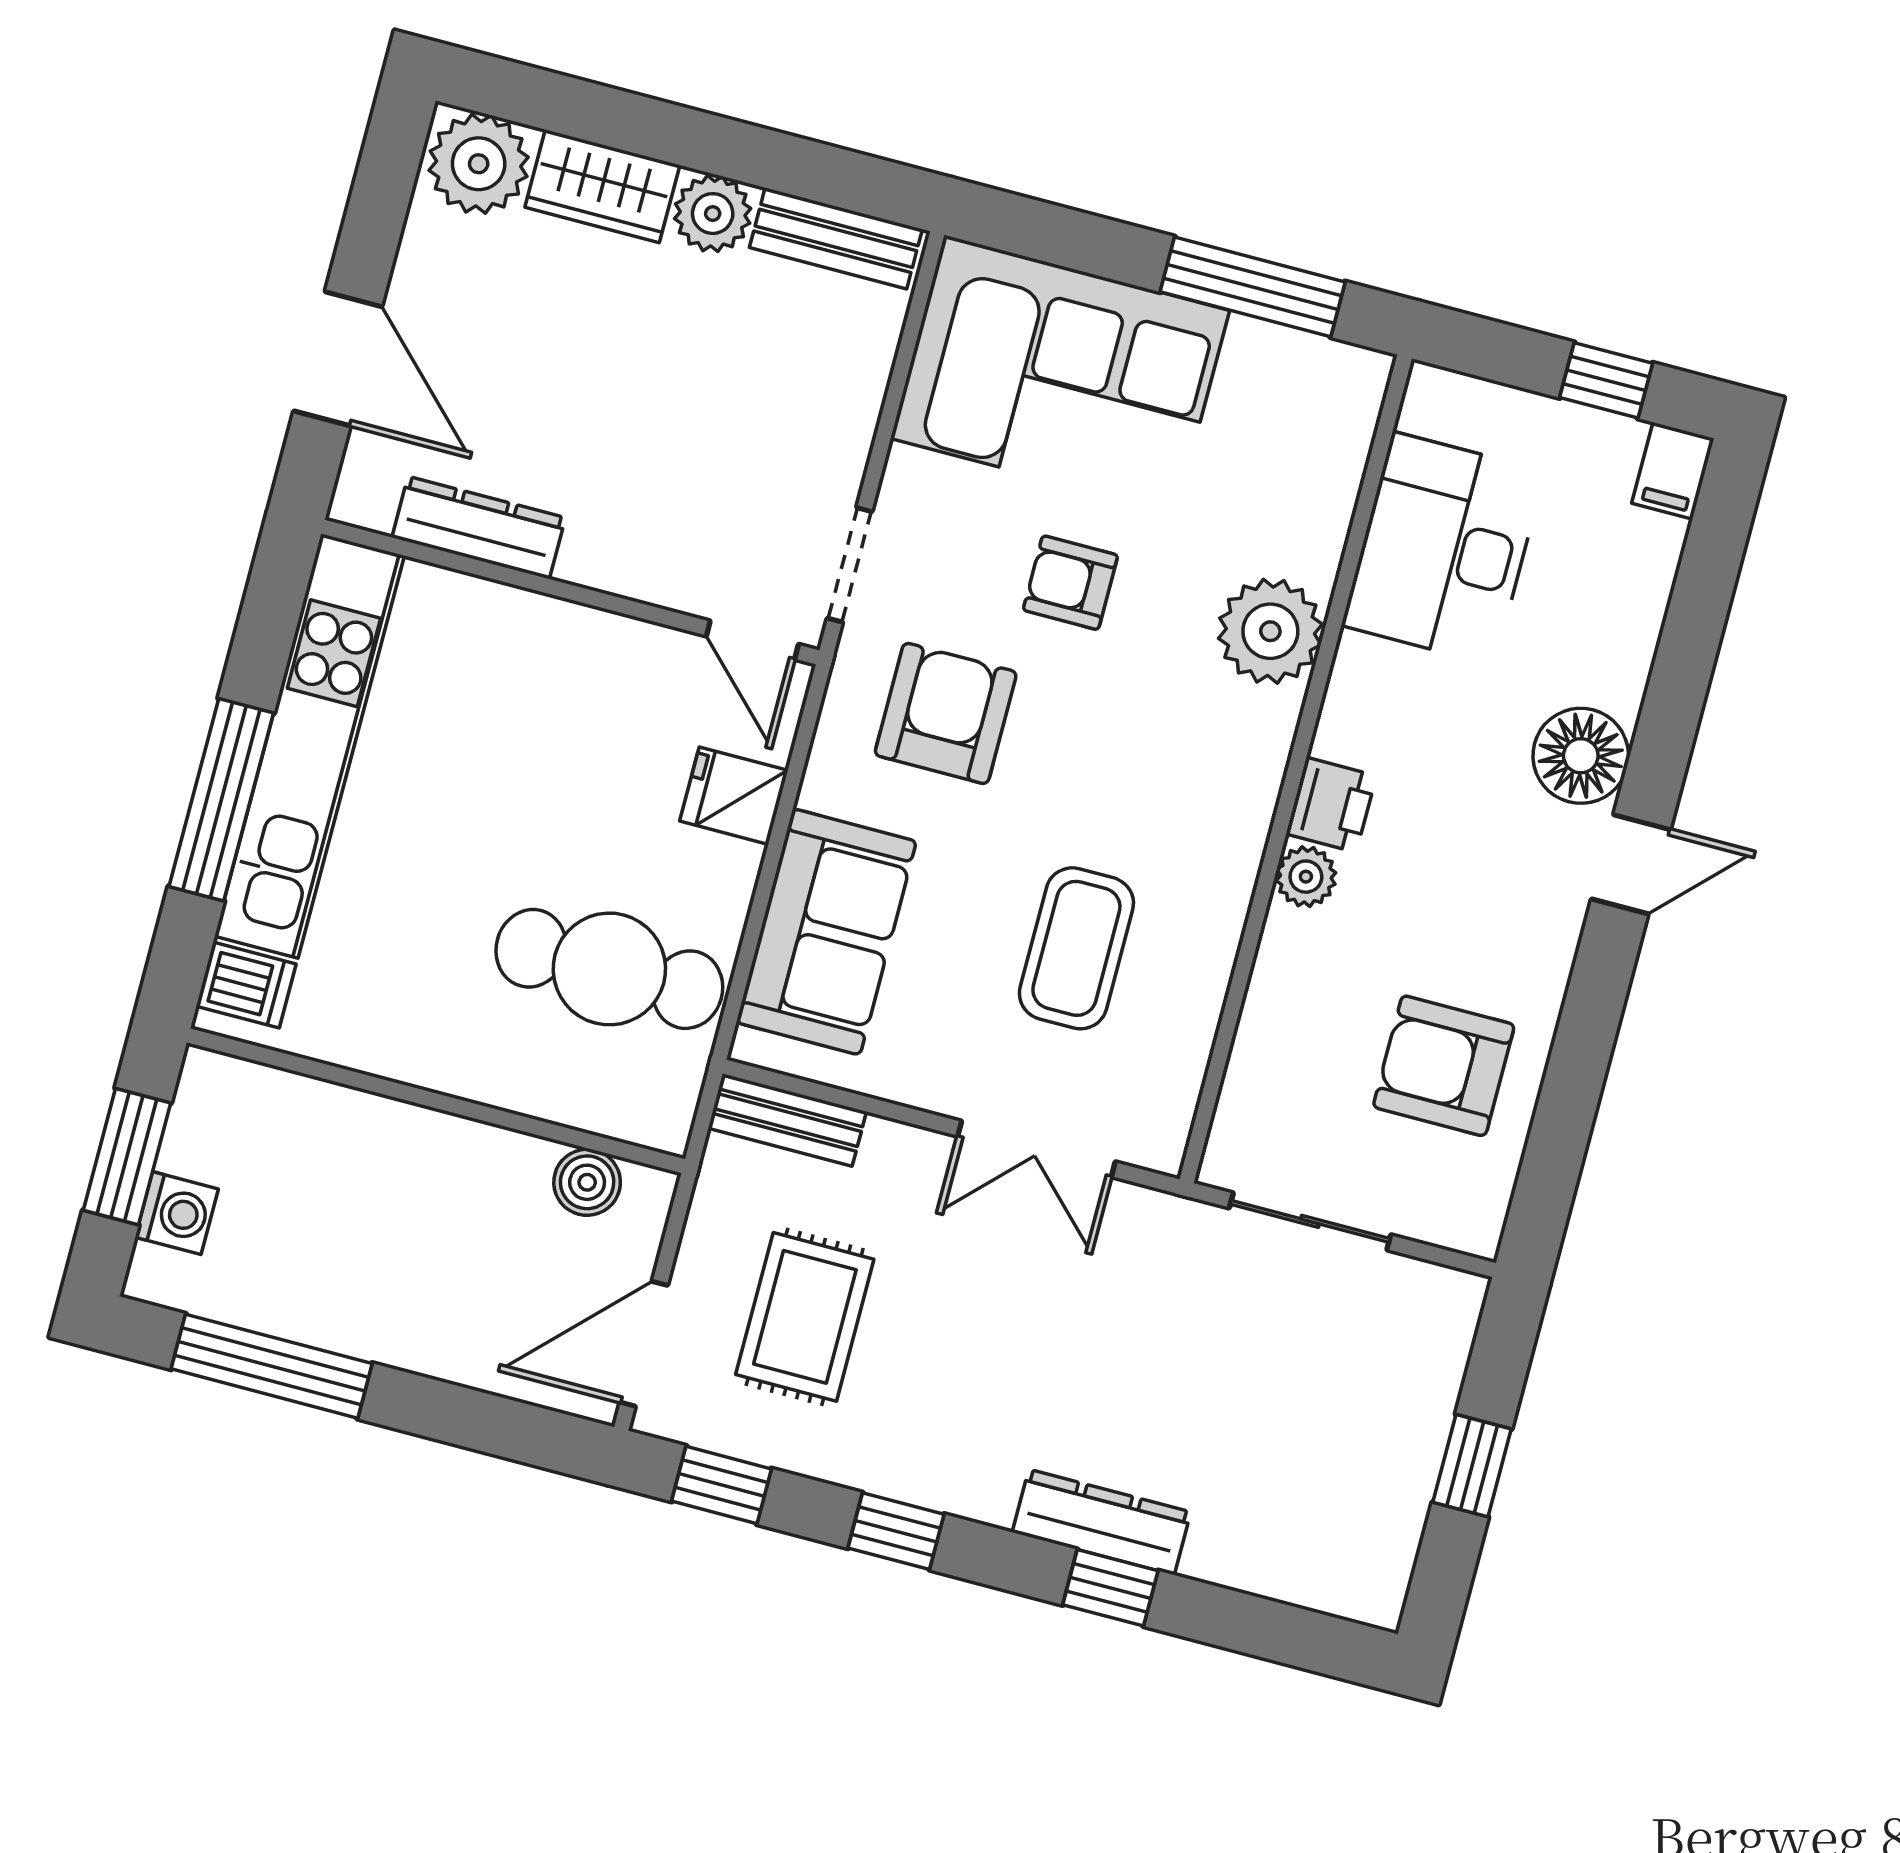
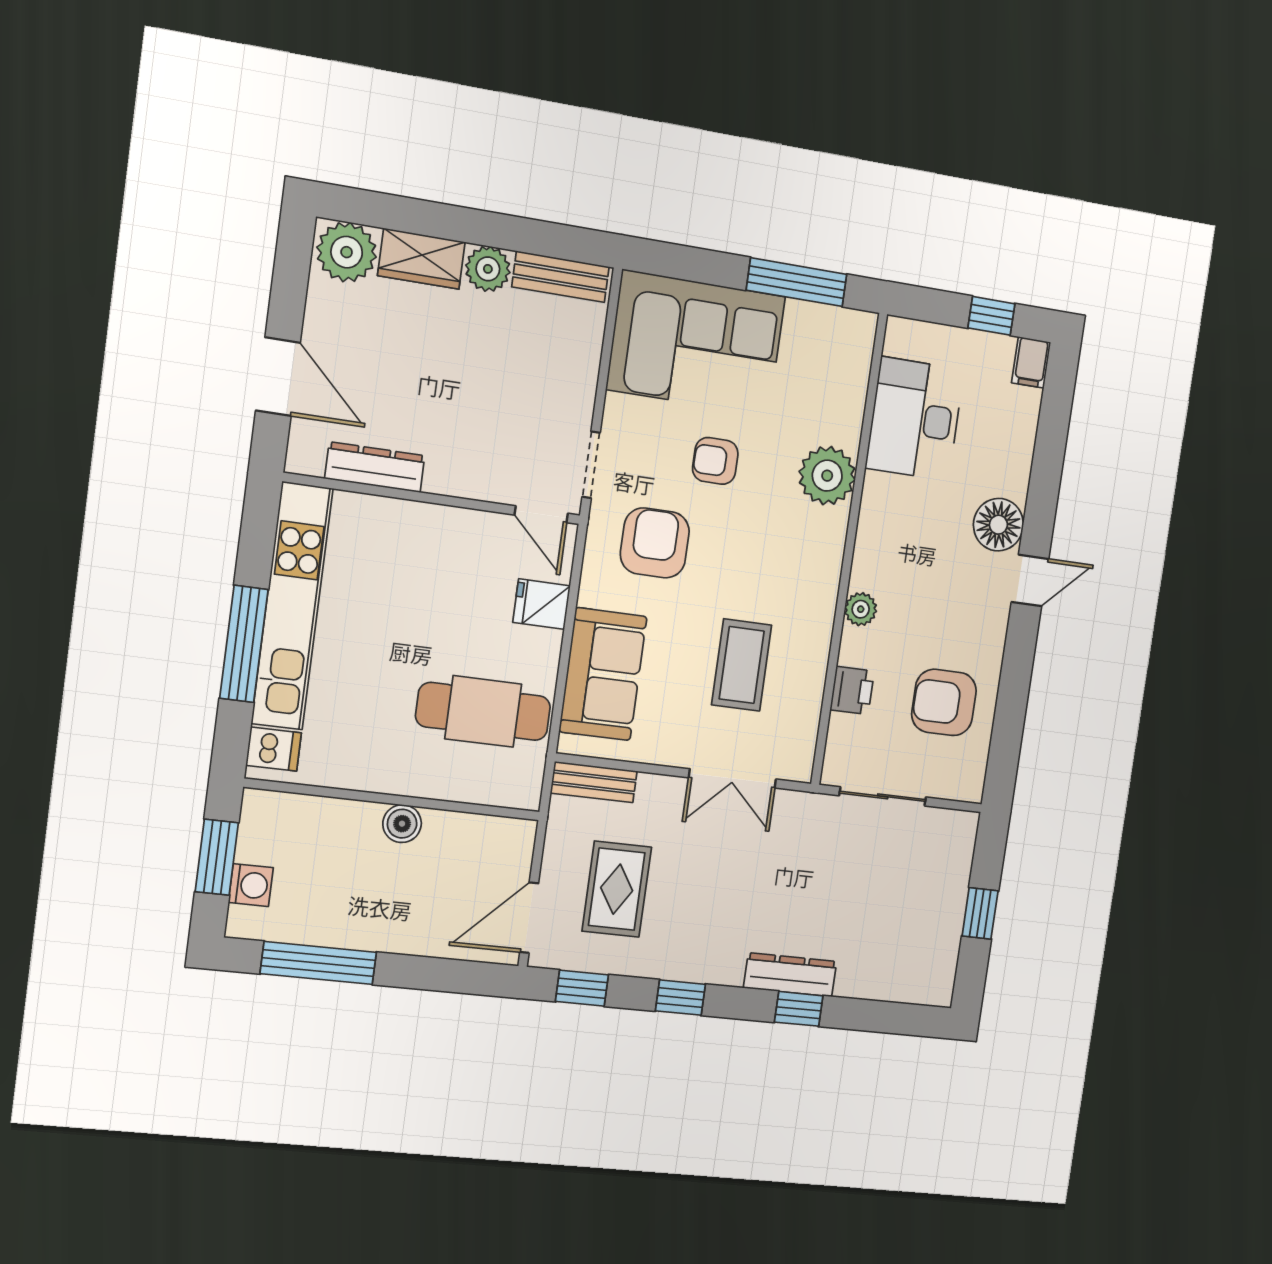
printer: (1331, 805) -> (852, 690), moved
boiler: (587, 1182) -> (402, 824), moved

